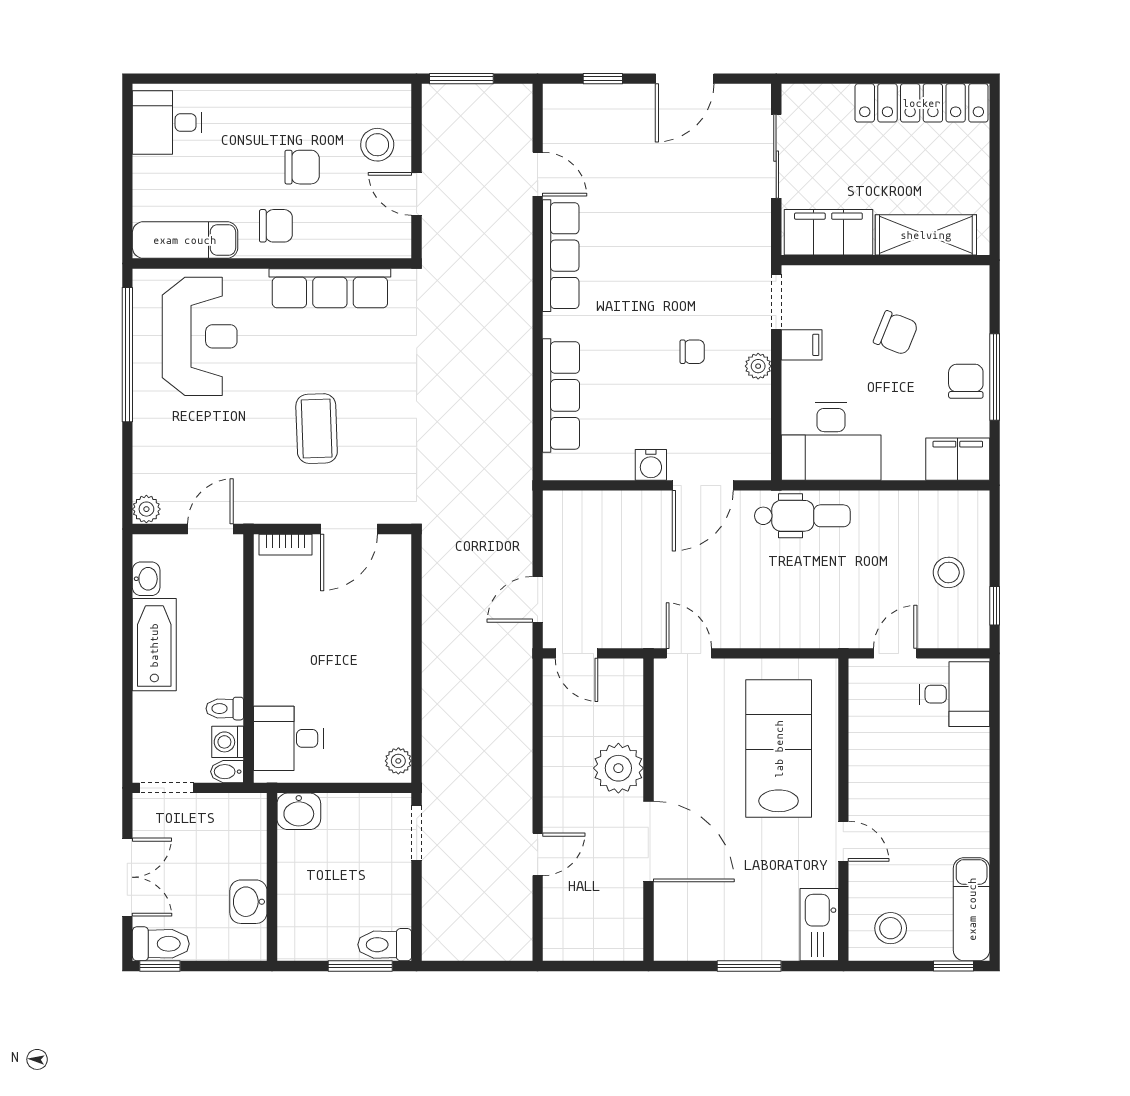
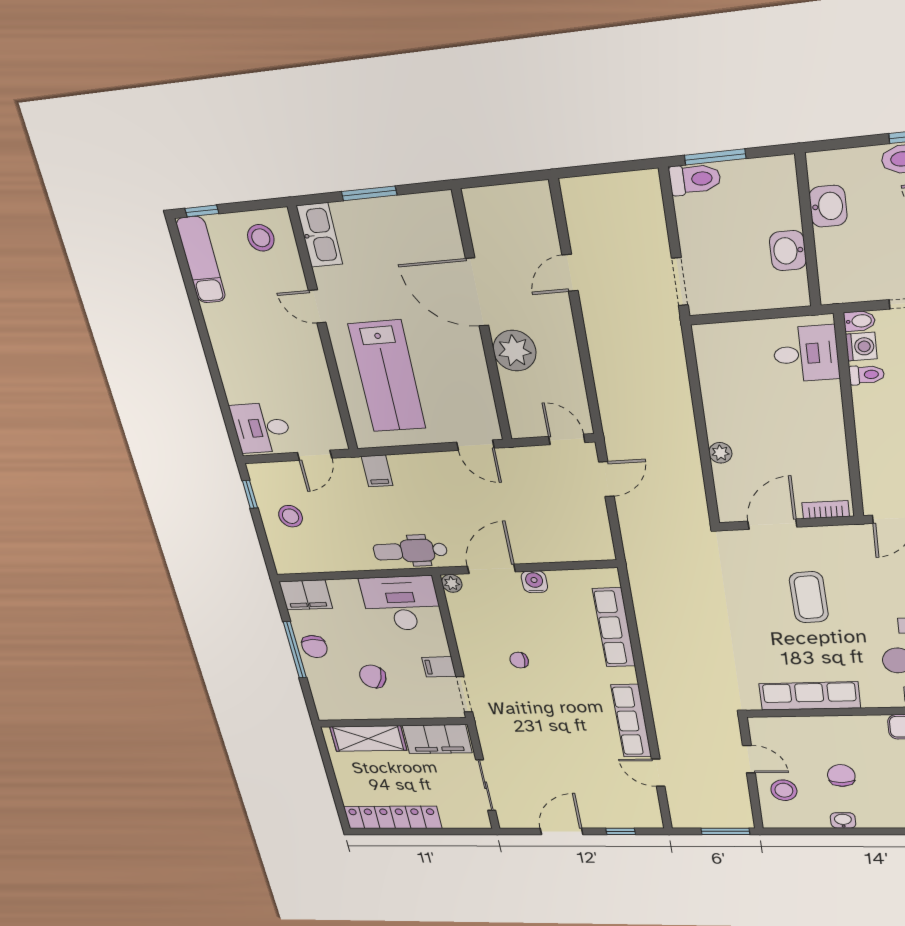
washbasin: (306, 96) -> (843, 820), added
chair: (302, 167) -> (841, 776), turned 90
chair: (276, 226) -> (858, 737), removed
plant: (758, 366) -> (452, 583), moved
filing cabinet: (820, 628) -> (377, 471), added
plant: (398, 761) -> (720, 453), moved
washbasin: (299, 811) -> (788, 251), moved, turned -90

